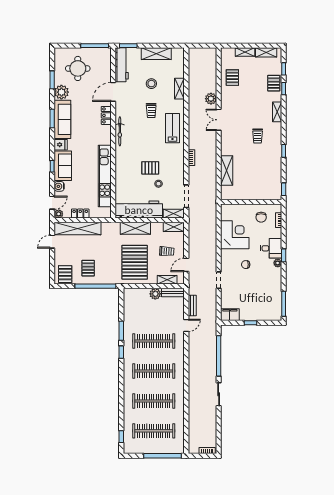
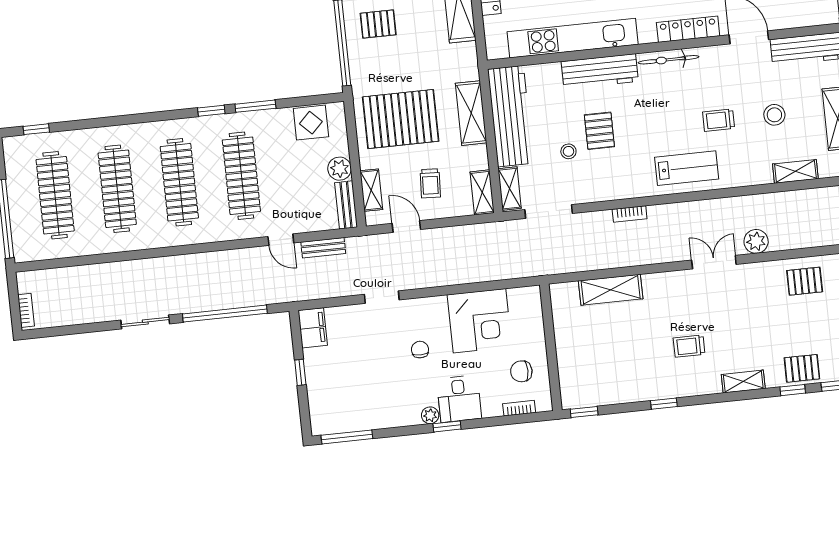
shelving: (179, 89) -> (795, 171), moved
locker: (106, 115) -> (688, 29), width x1.53
workbench: (122, 165) -> (600, 71), added
display table: (132, 305) -> (311, 123), added

